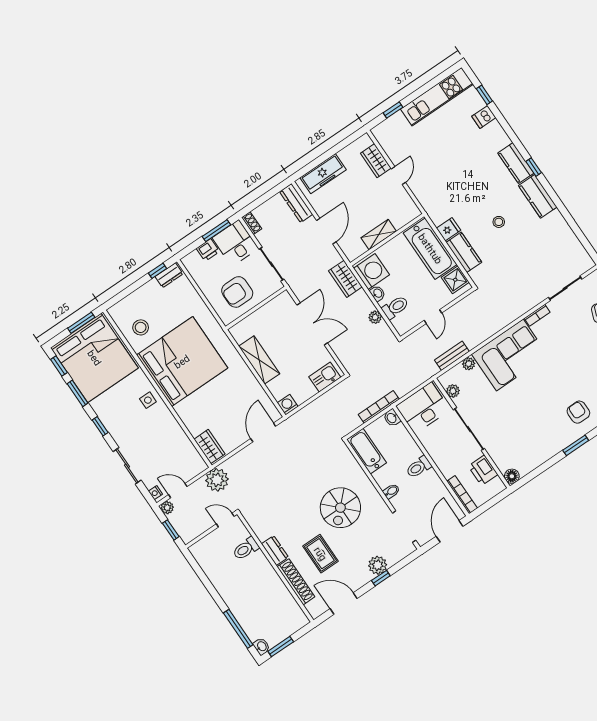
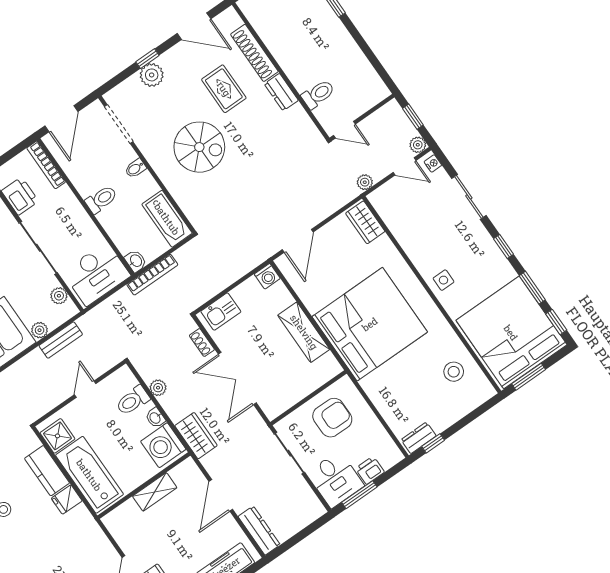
shoe rack: (252, 223) -> (202, 342), moved
bed: (182, 362) -> (370, 324), moved, turned 180
plant: (217, 480) -> (365, 182), width x0.53, depth x0.53
spiral stairs: (340, 508) -> (199, 147), turned 90

